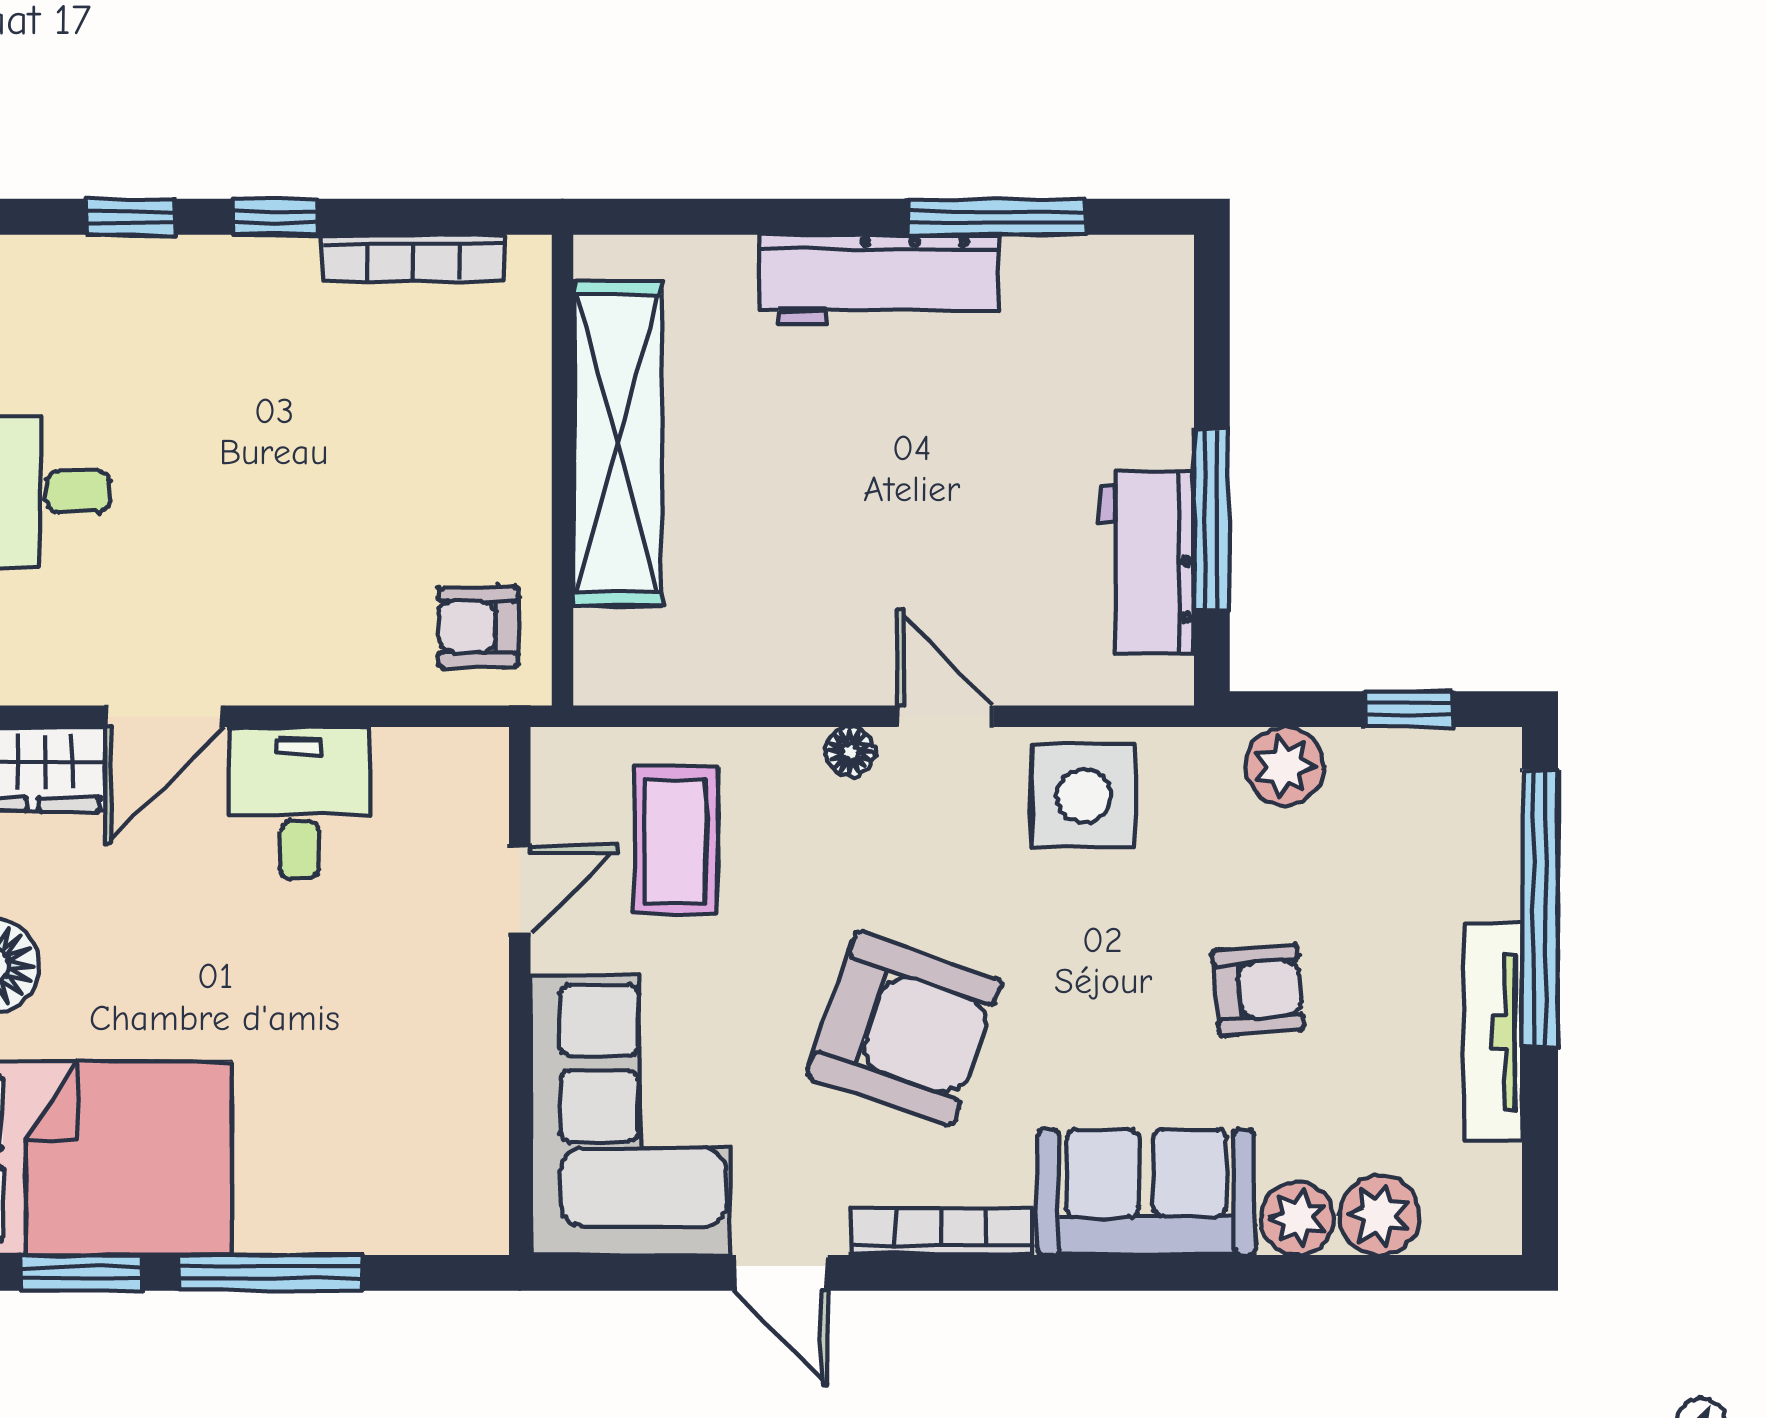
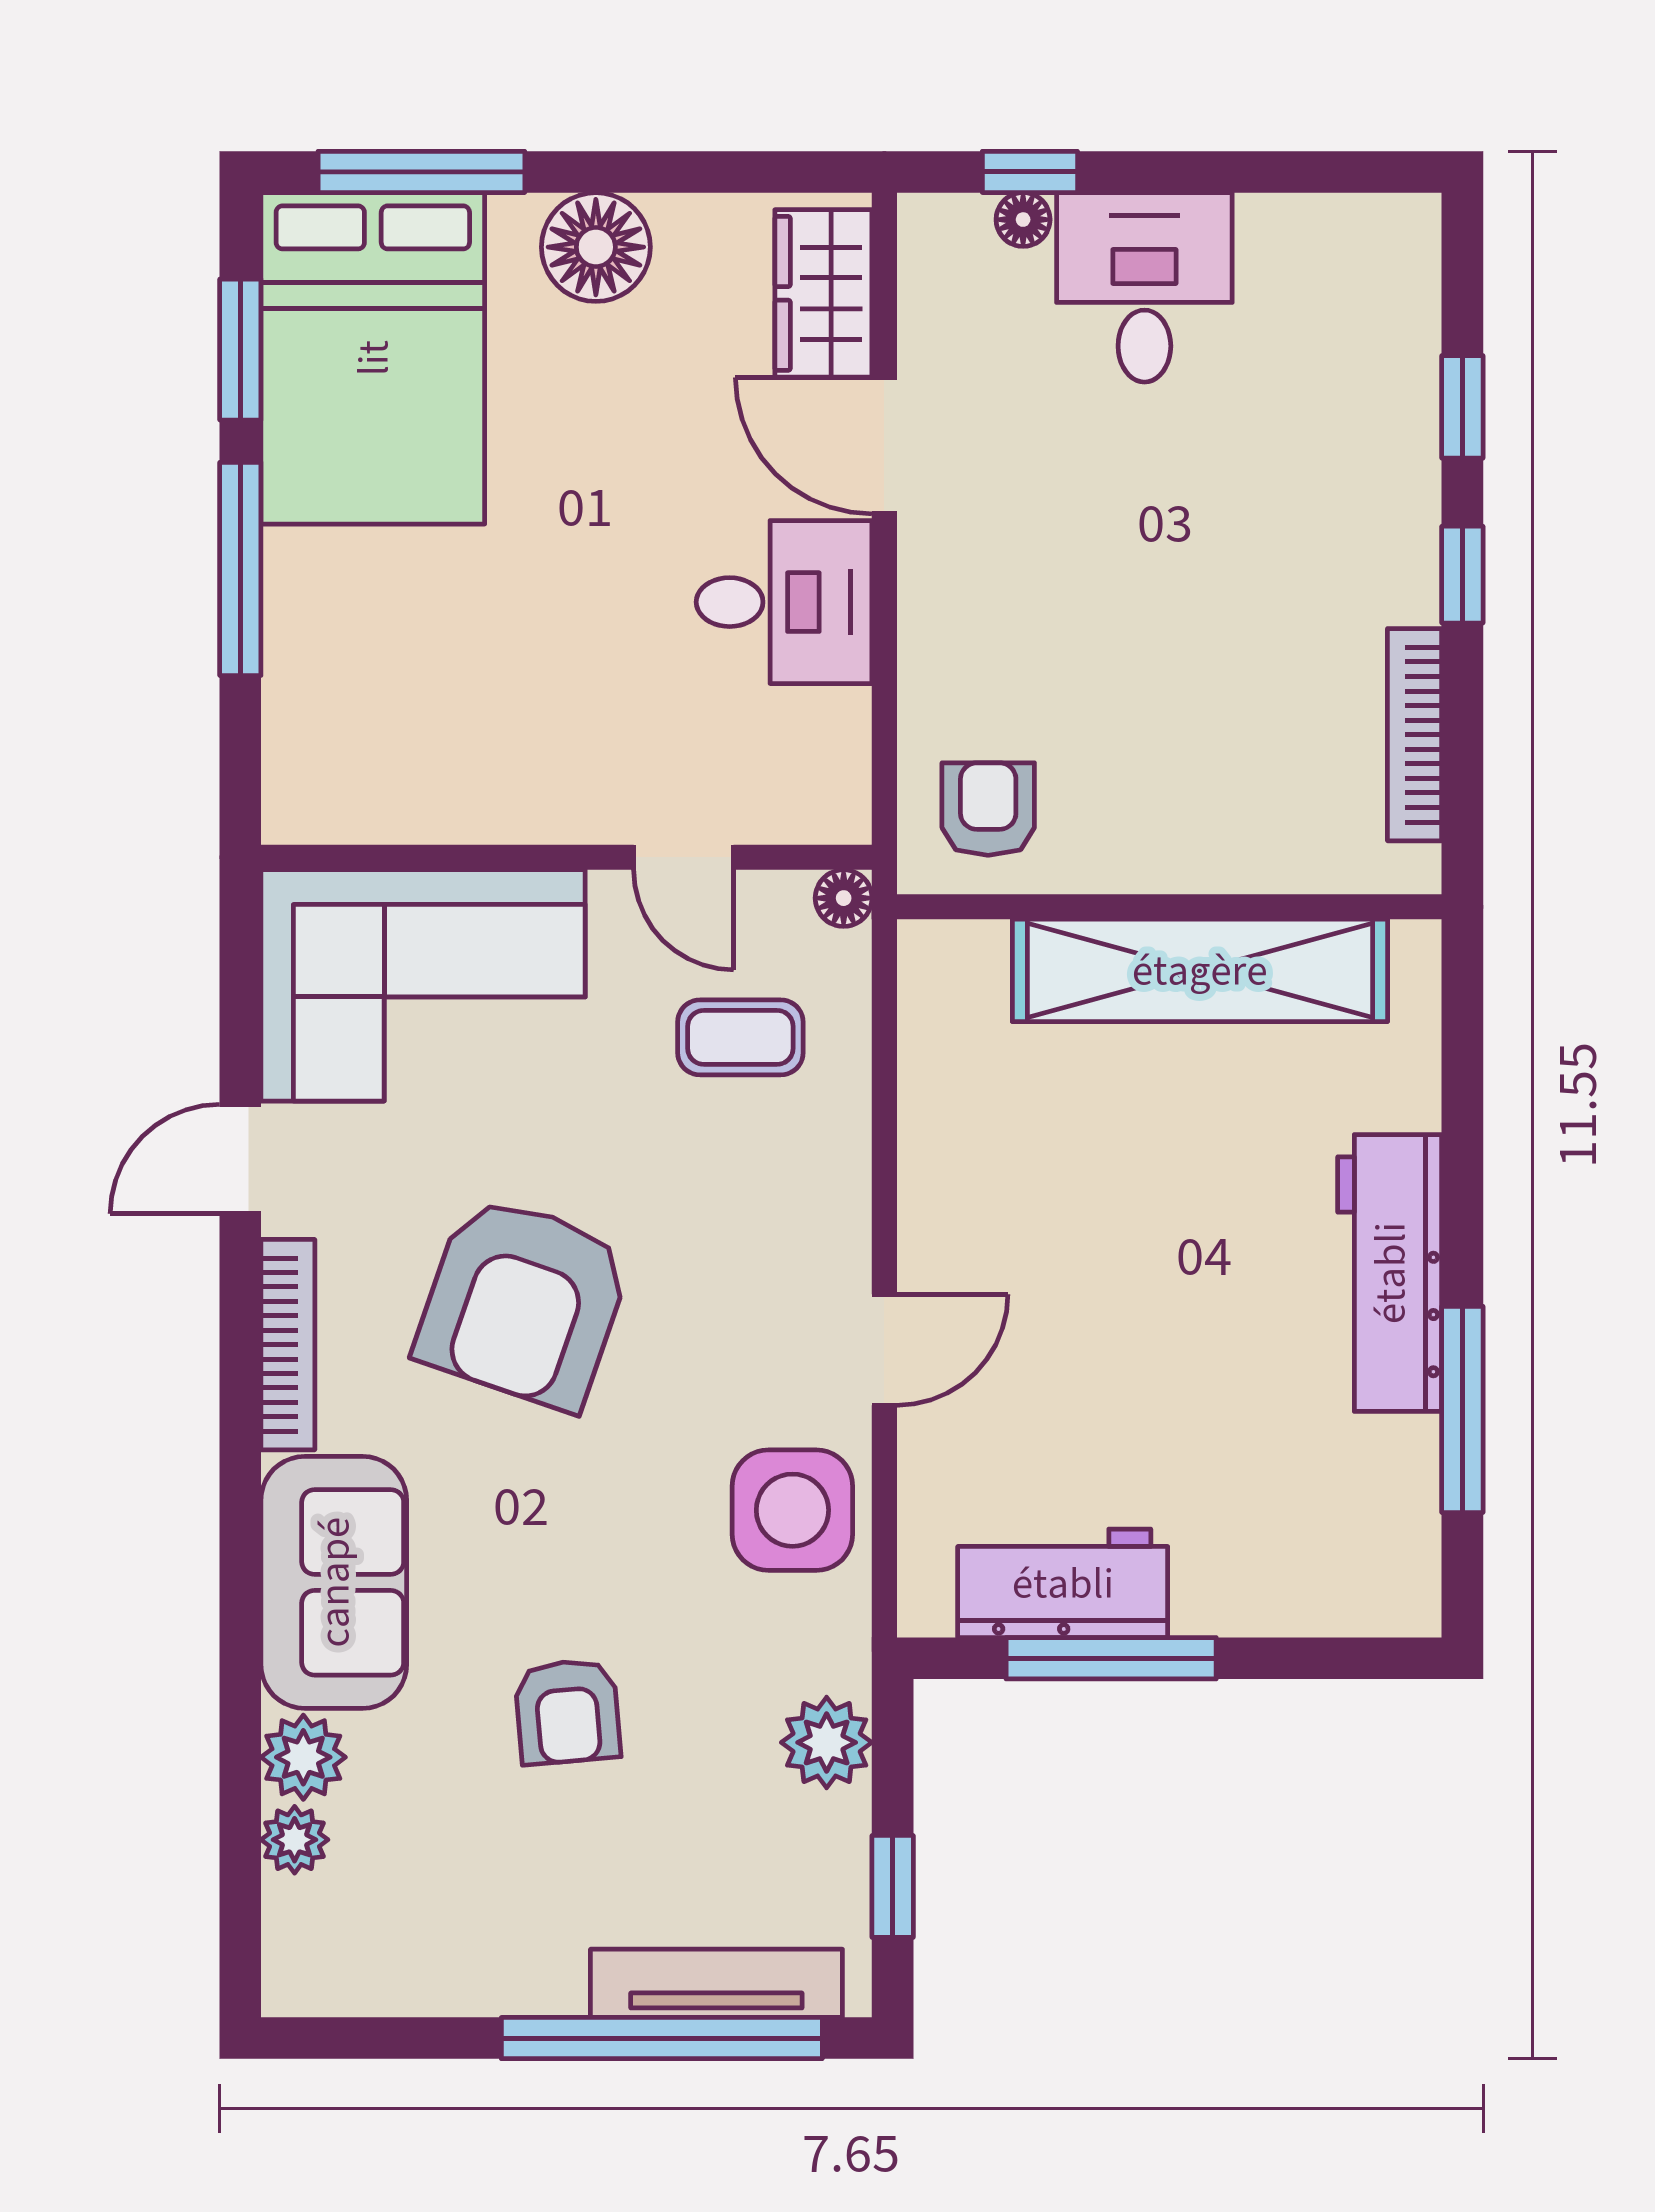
floor lamp: (850, 752) -> (844, 898), moved
coffee table: (675, 841) -> (740, 1037), width x0.73, depth x0.77
tv unit: (1493, 1032) -> (716, 1983), moved
plant: (1380, 1215) -> (295, 1840), width x0.73, depth x0.73

